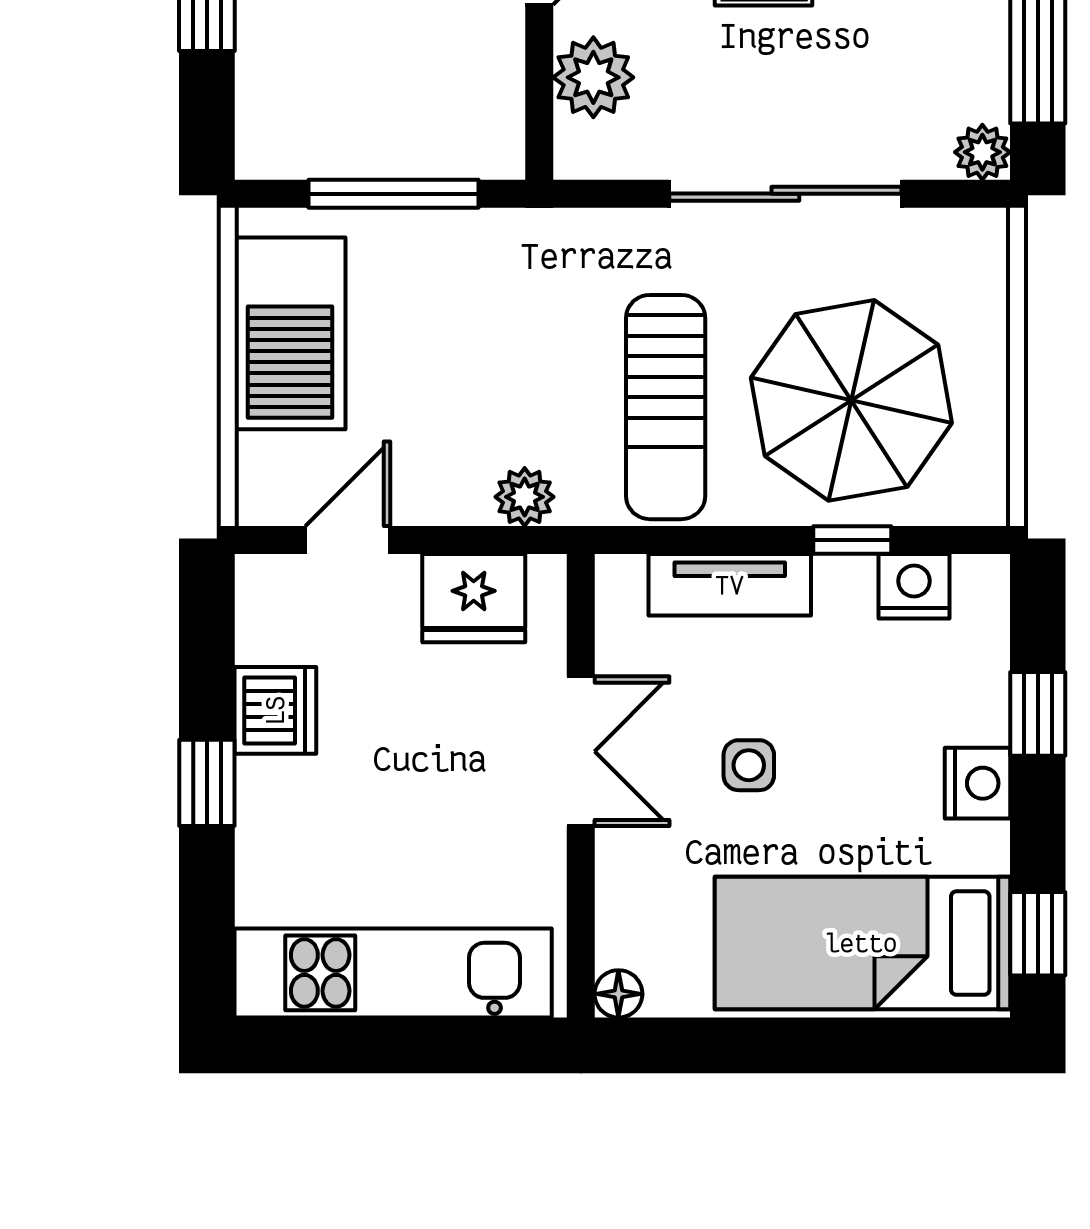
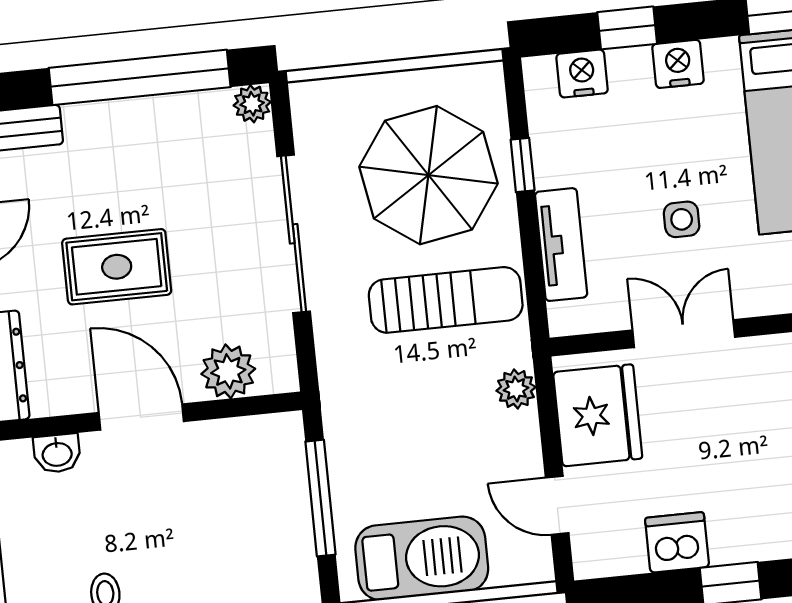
nightstand: (914, 586) -> (582, 74), moved, turned 90
fridge: (474, 598) -> (598, 415), width x1.36, depth x1.34

